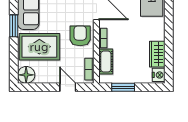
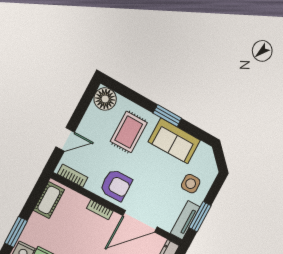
rug: (39, 47) -> (129, 132), width x0.73, depth x0.70
cot: (106, 62) -> (49, 200), moved, turned 90
window: (123, 87) -> (16, 232), moved

